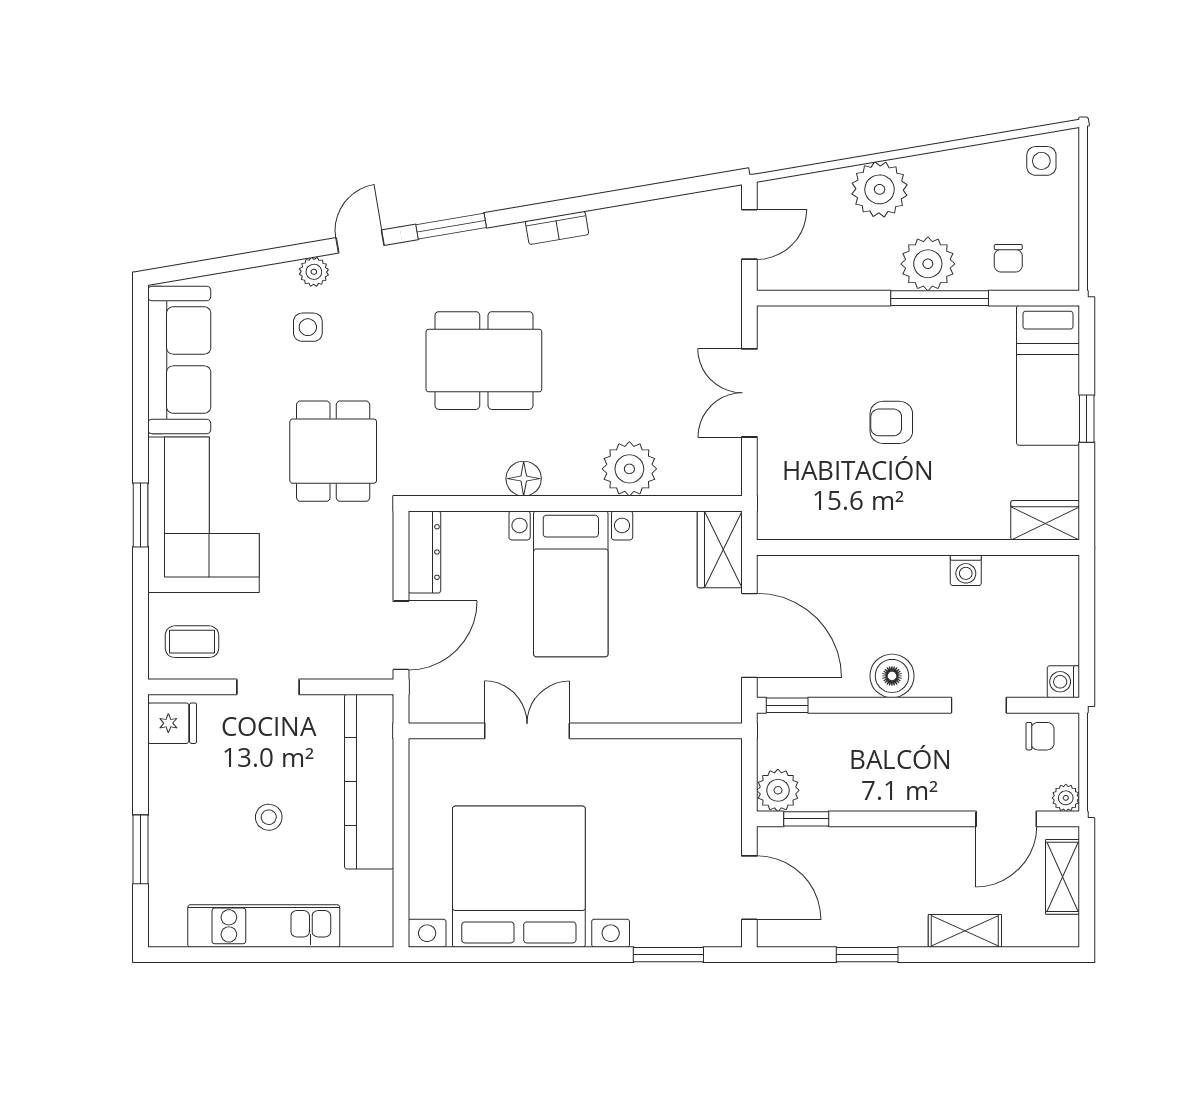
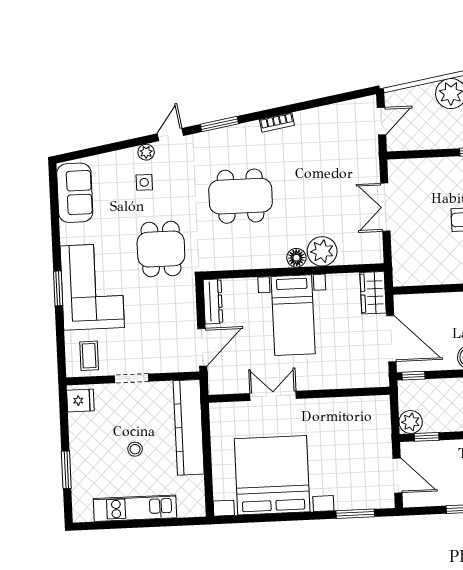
sofa: (179, 360) -> (75, 193), width x0.73
floor lamp: (524, 479) -> (296, 258), moved
coffee table: (192, 642) -> (89, 356), turned 90

